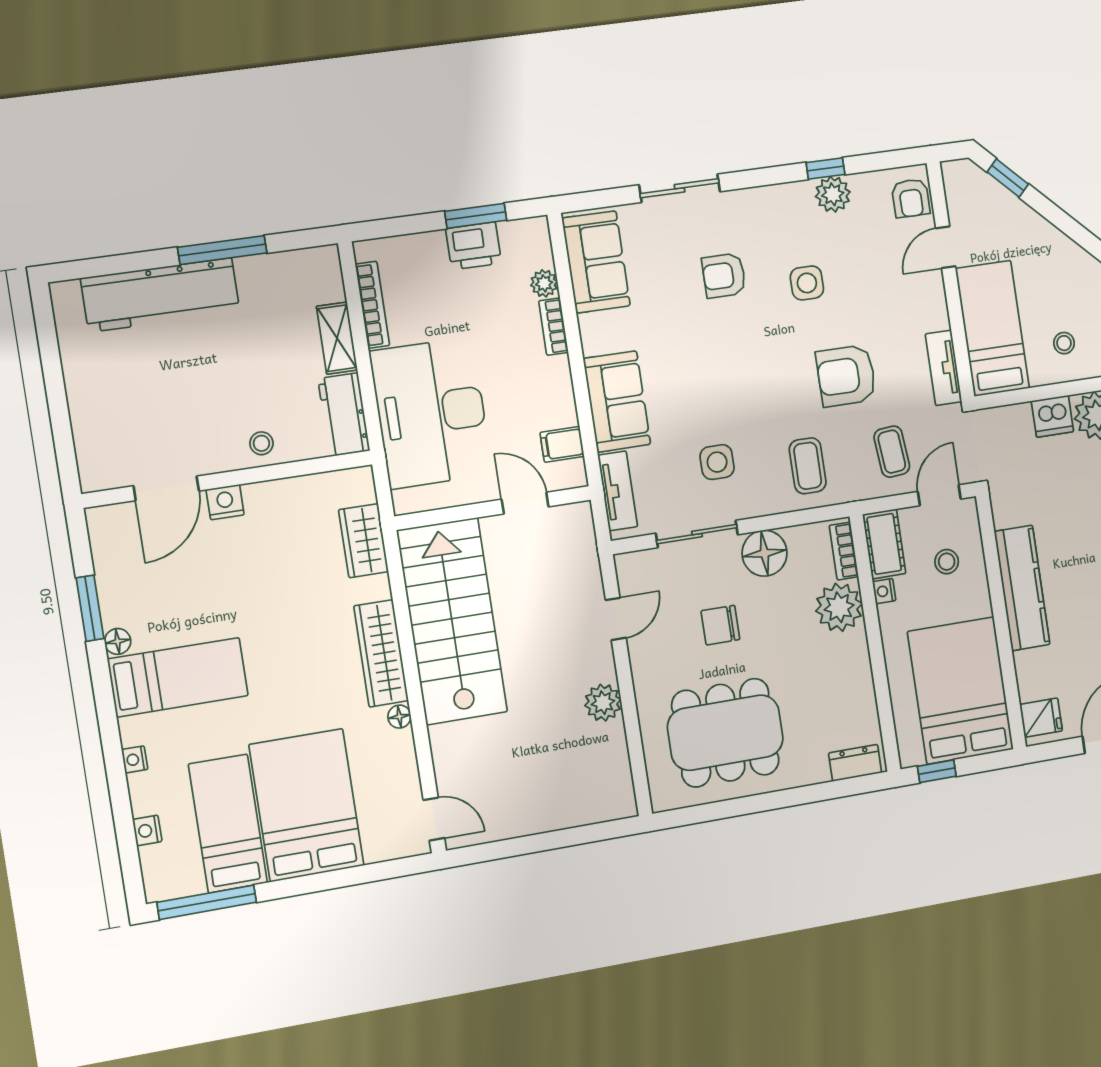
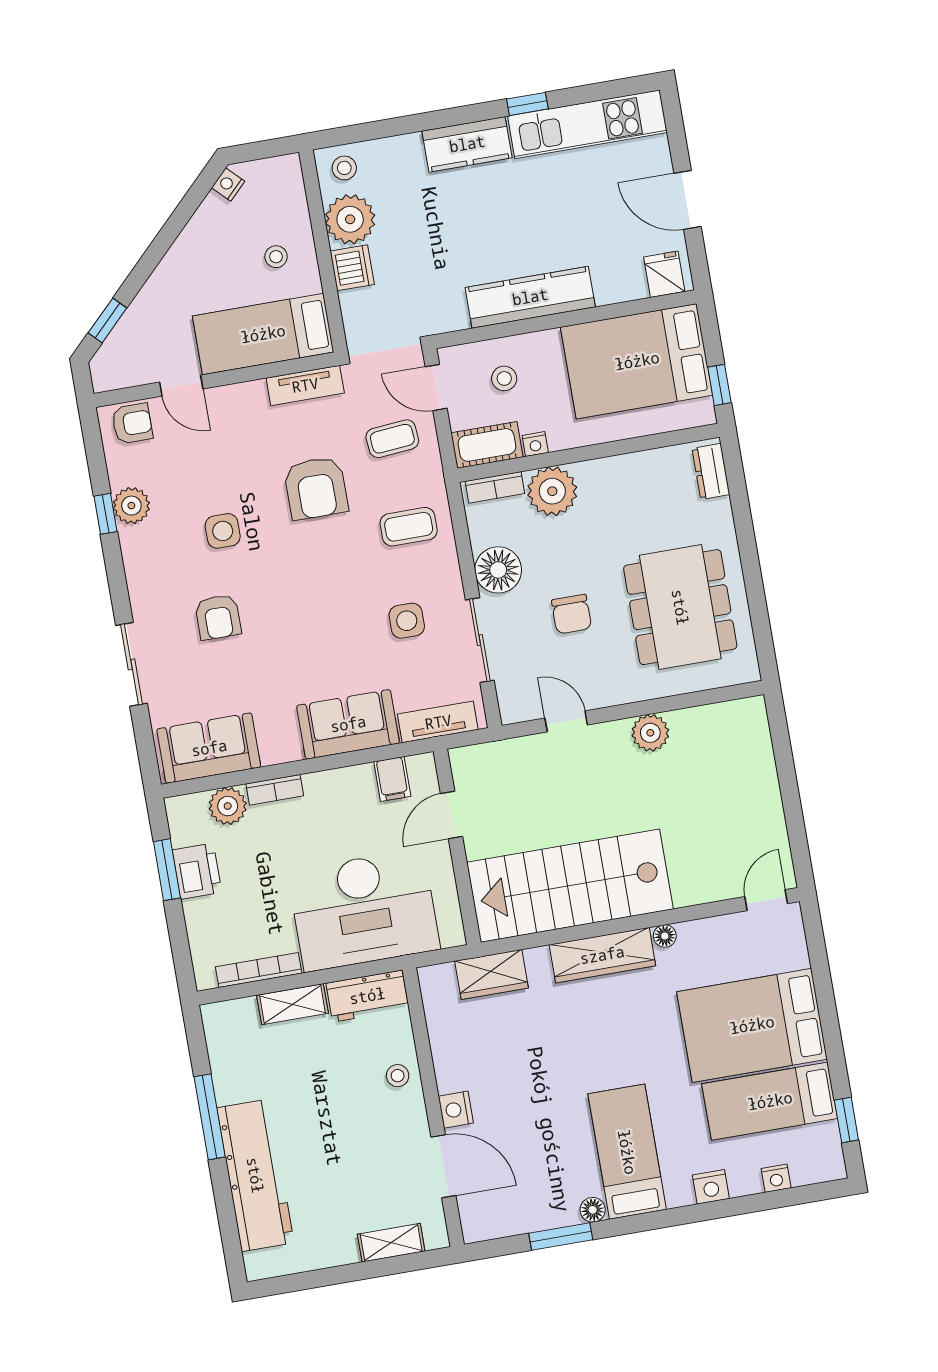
plant: (544, 283) -> (228, 806), width x1.38, depth x1.38
shelving: (87, 433) -> (391, 1243), added
nightstand: (135, 759) -> (711, 1187), width x1.39, depth x1.35
window: (207, 902) -> (846, 1120), width x0.46

